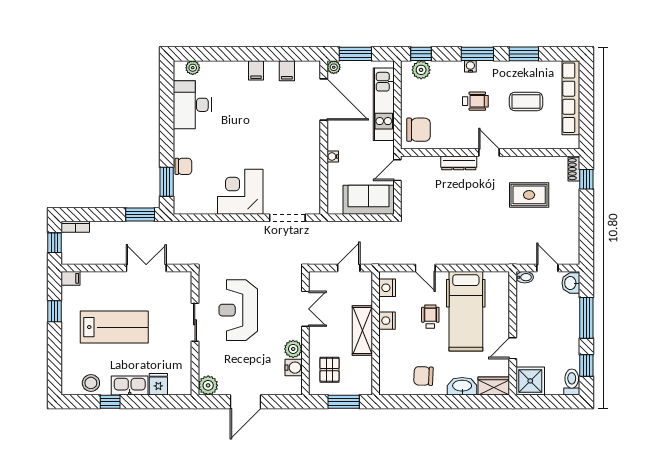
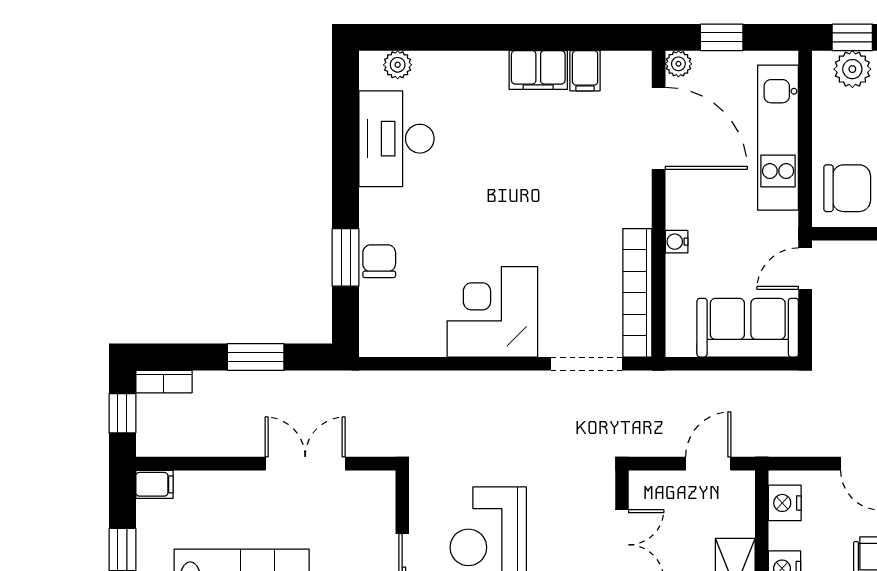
window: (355, 54) -> (722, 37), width x0.67
filing cabinet: (256, 70) -> (538, 70), width x2.00
chair: (183, 166) -> (379, 261), turned -90
window: (167, 182) -> (346, 257), moved
bookcase: (313, 182) -> (637, 293), added
window: (140, 214) -> (256, 357), moved

